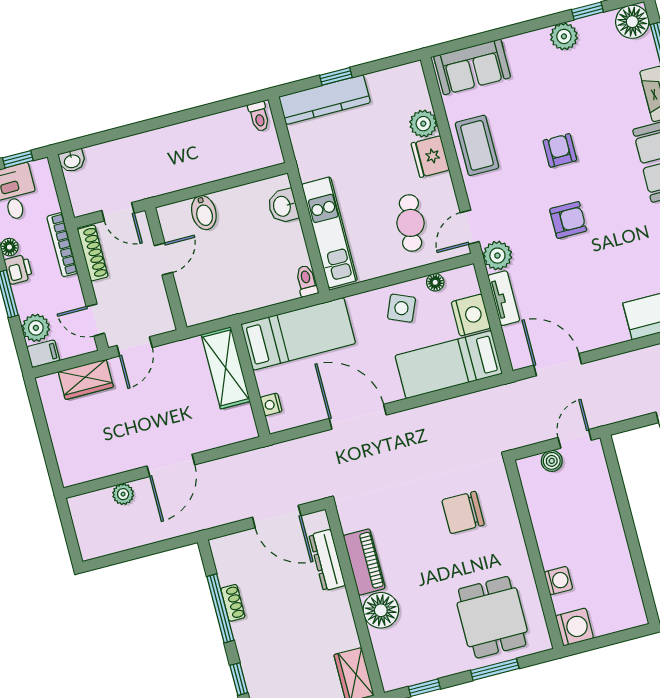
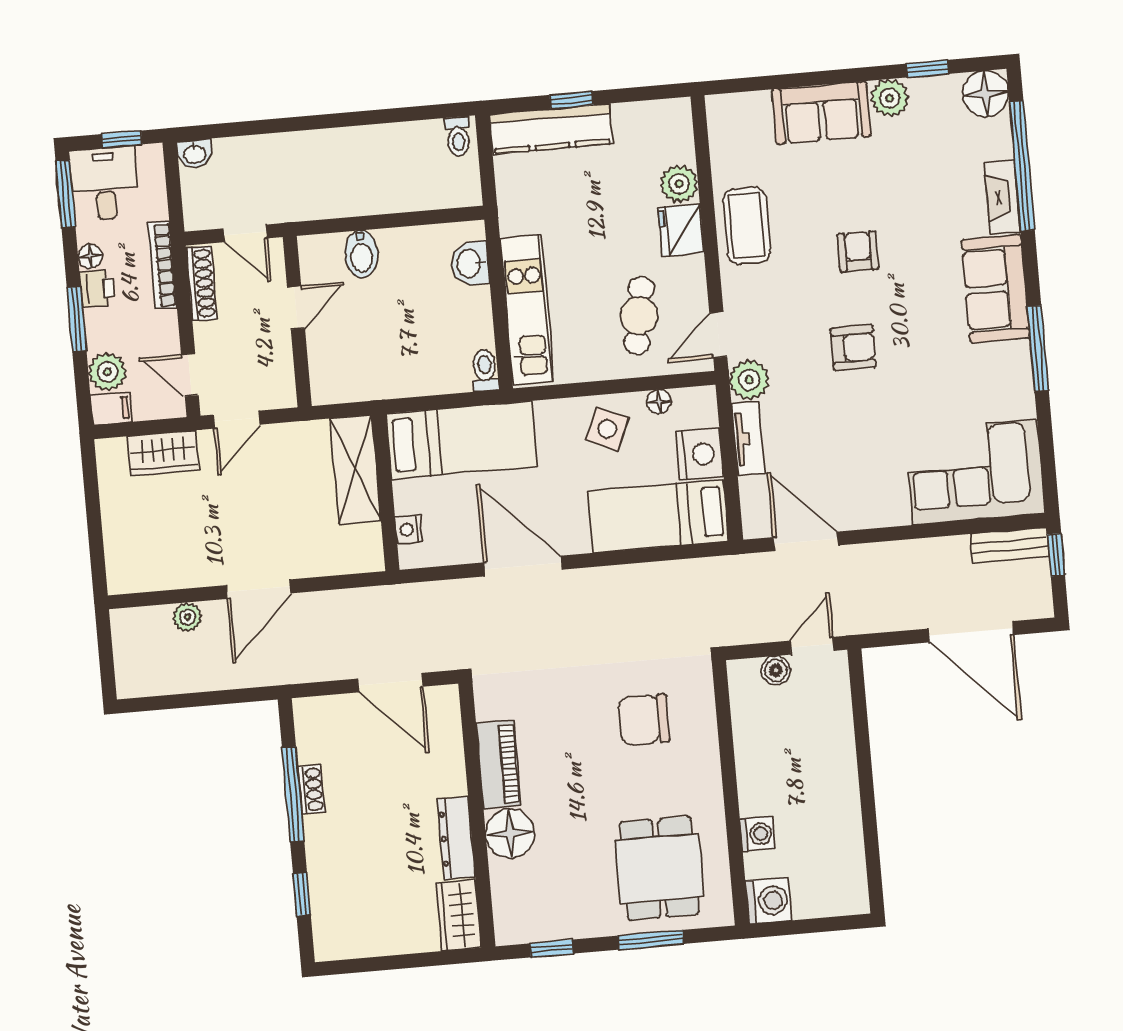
sofa: (472, 67) -> (821, 113), moved
dresser: (327, 560) -> (456, 838), moved

